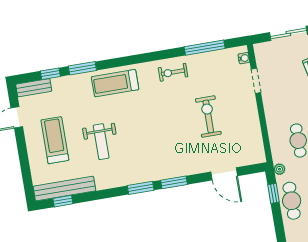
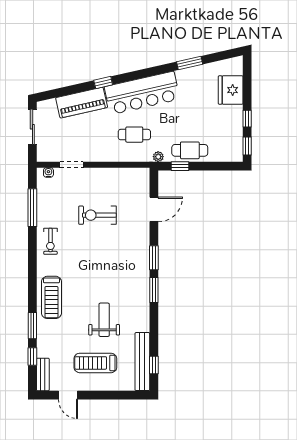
weight bench: (101, 142) -> (104, 320), turned -90

